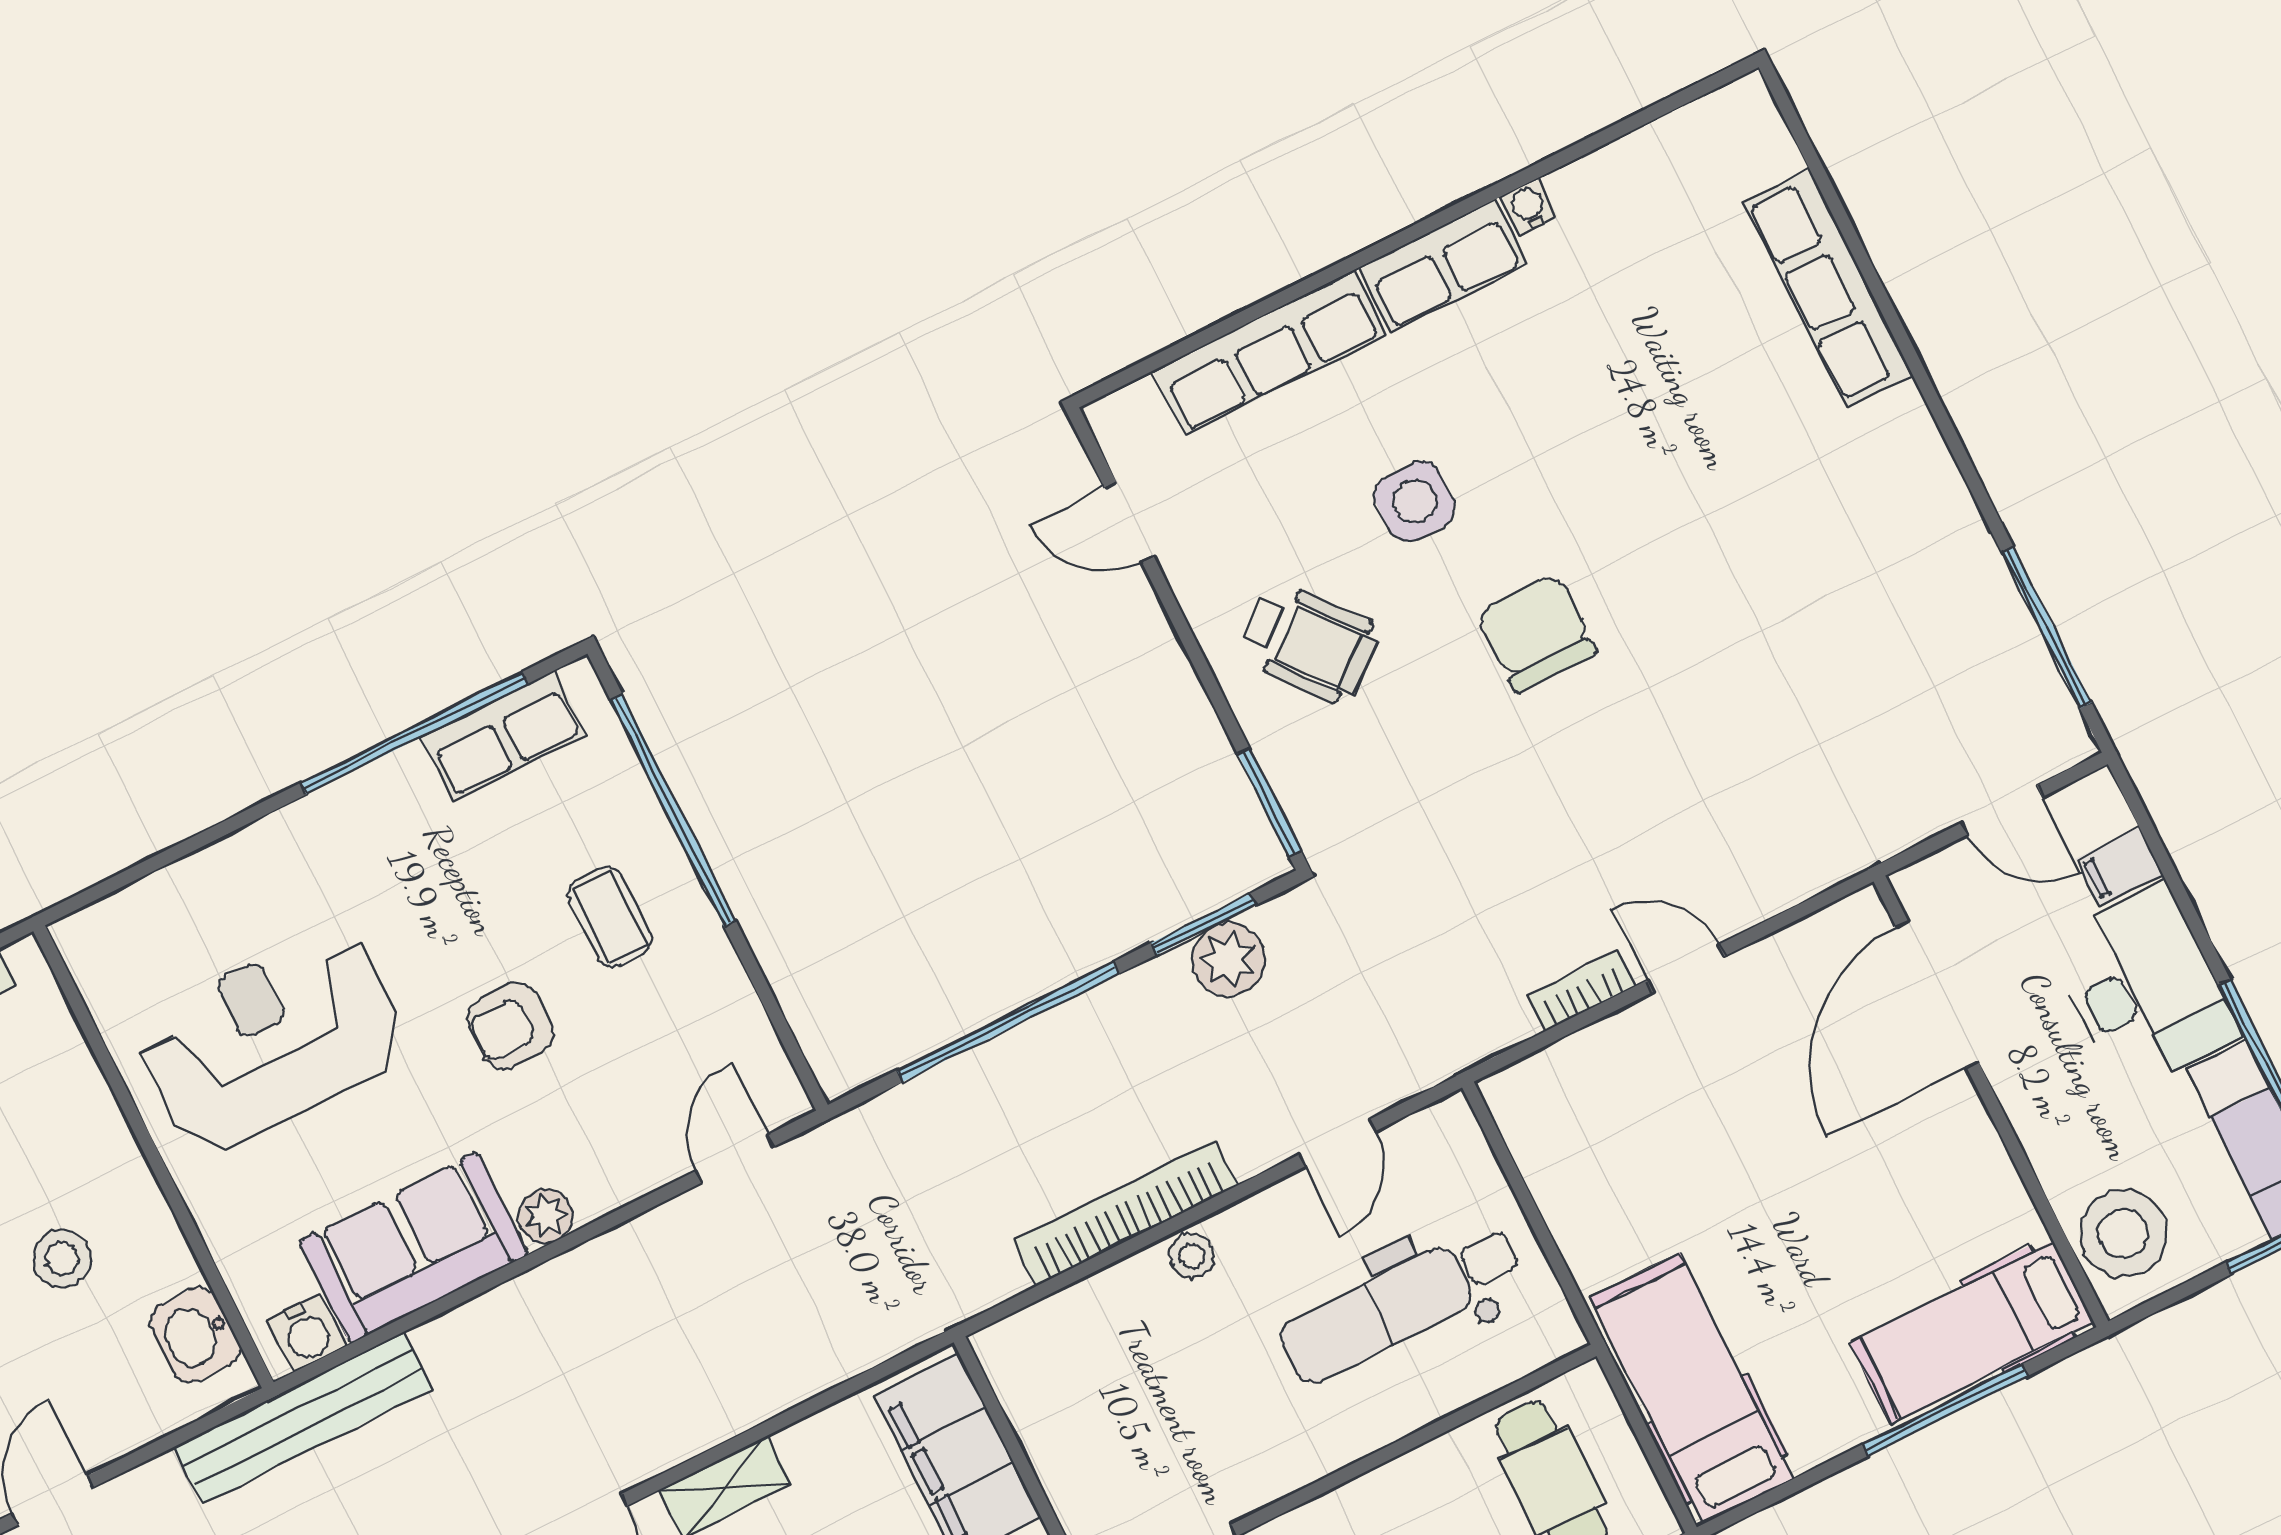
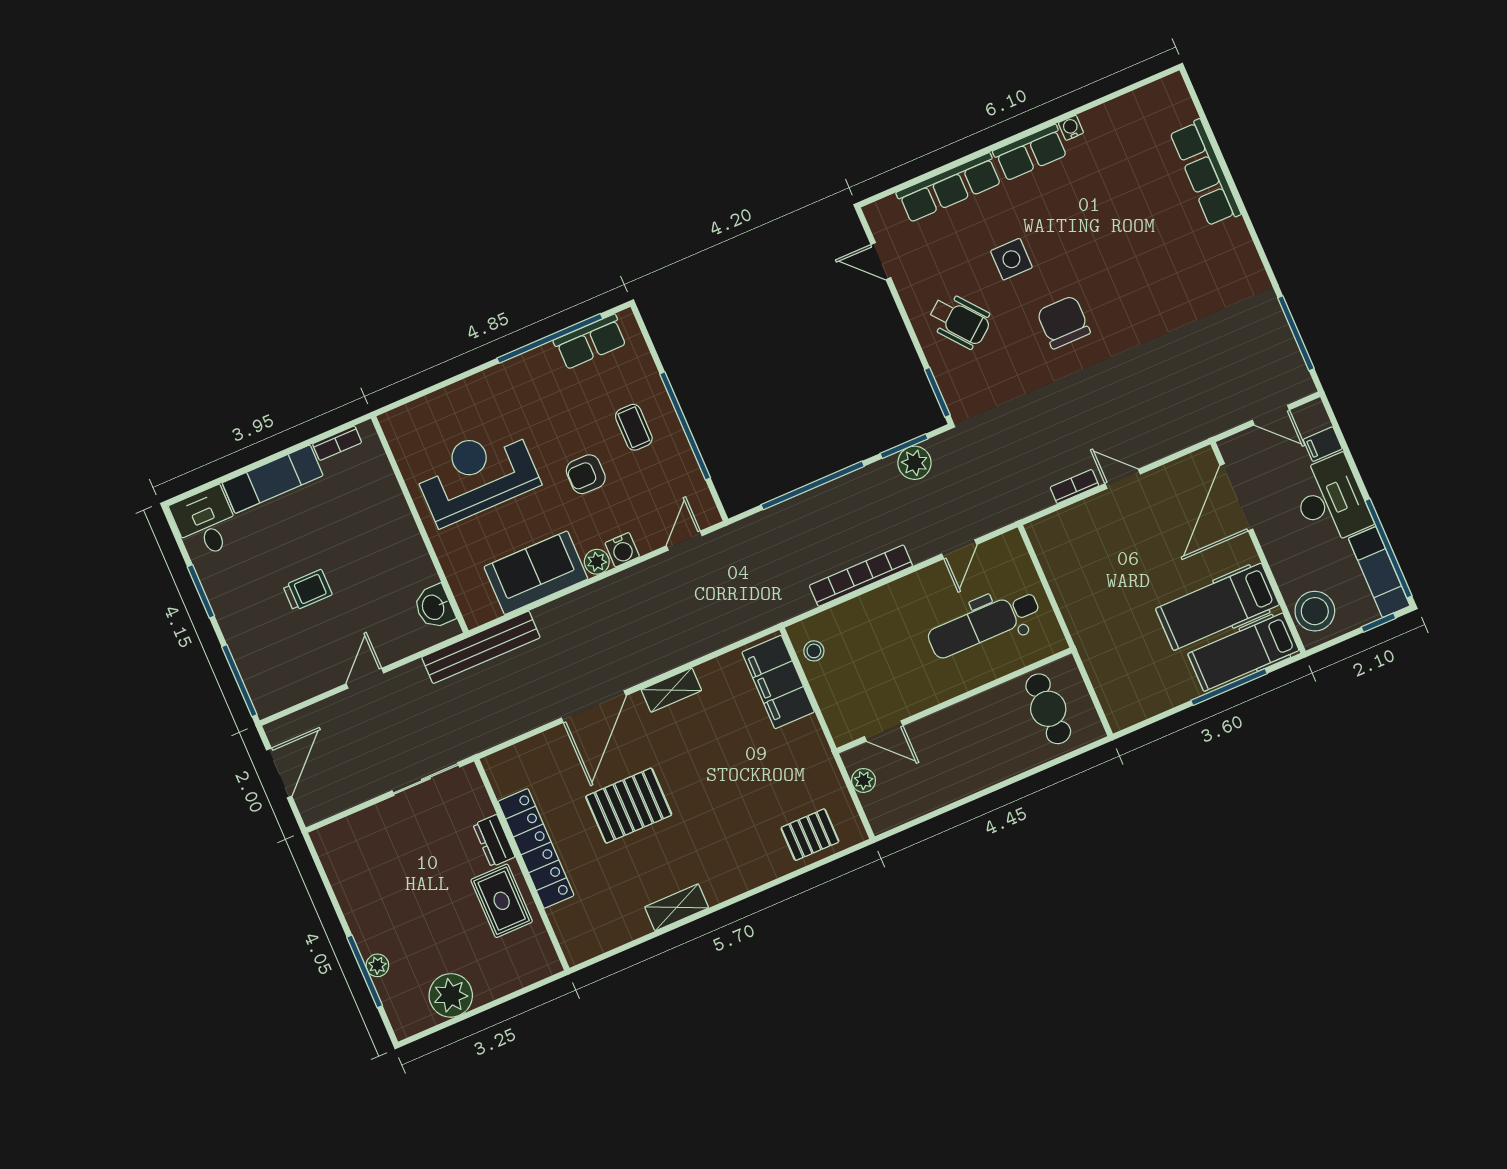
window: (673, 810) -> (685, 426), moved
stool: (1192, 1256) -> (814, 651), moved
stool: (62, 1258) -> (375, 568), removed
water cooler: (307, 1333) -> (622, 550), moved
hospital bed: (1691, 1388) -> (1217, 607), moved, turned -90

